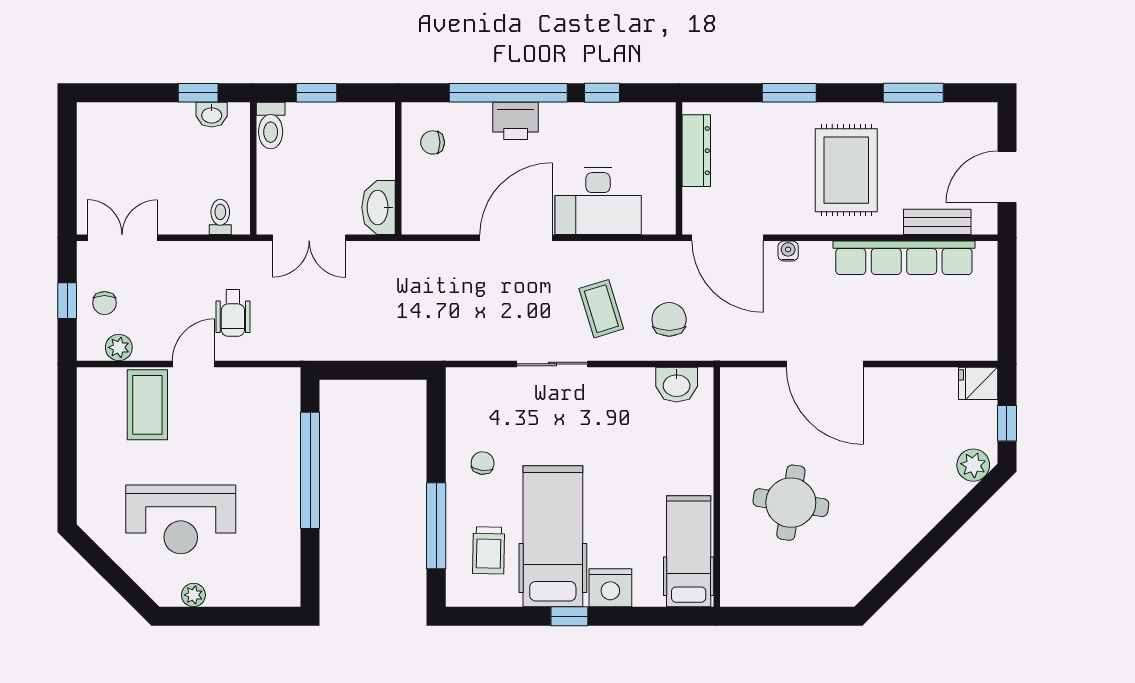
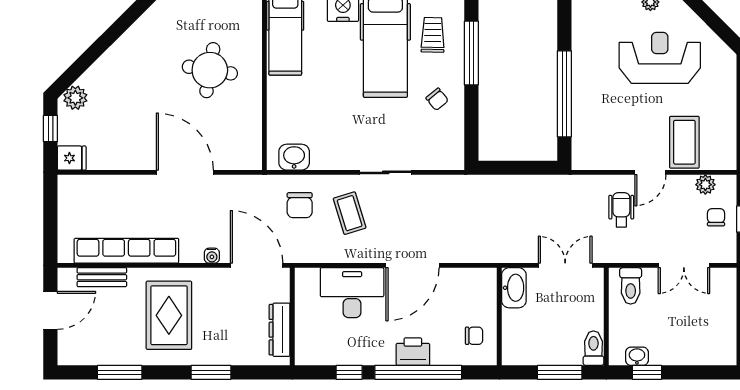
window: (316, 93) -> (560, 372), width x1.50
toilet: (220, 217) -> (631, 286), width x1.37, depth x1.39
double door: (122, 238) -> (684, 265), moved
chair: (483, 463) -> (437, 99), turned -45

